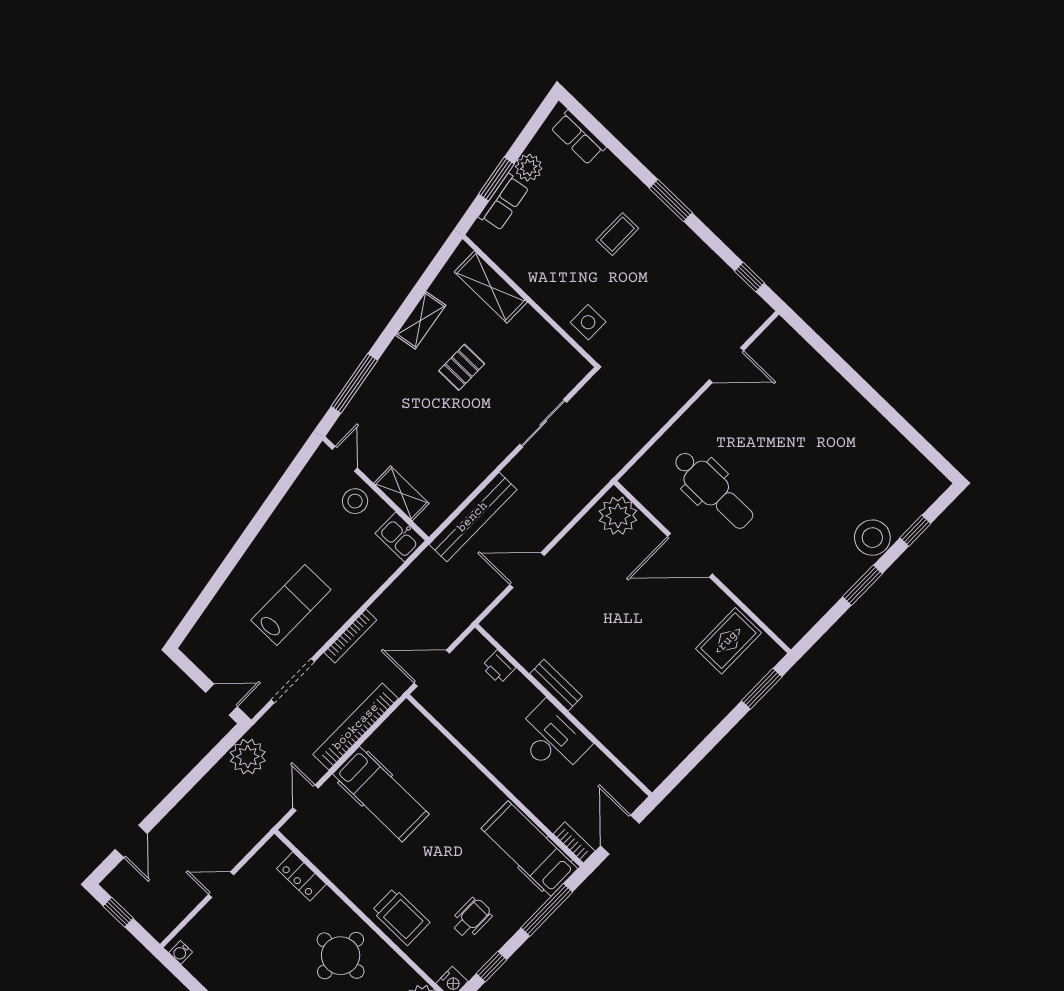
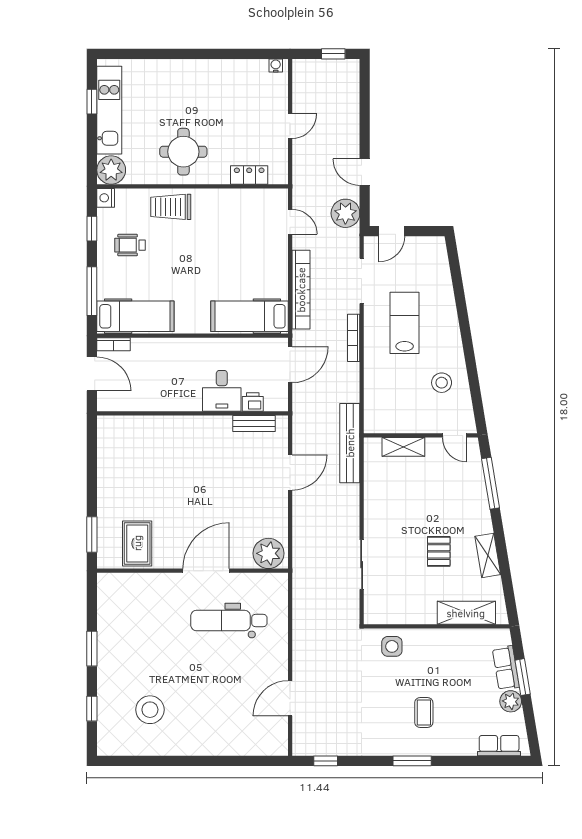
stool: (355, 501) -> (442, 383), moved
bench: (473, 517) -> (350, 443), moved
kitchen sink: (400, 537) -> (380, 421), removed
stool: (872, 538) -> (150, 710), moved
lab bench: (291, 605) -> (405, 323), turned 180
bench: (556, 685) -> (254, 423), moved
desk: (552, 739) -> (222, 391), moved, width x0.73
hospital bed: (381, 794) -> (250, 316), moved
door: (131, 841) -> (365, 172), moved
wheelchair: (471, 918) -> (130, 245), turned 90

